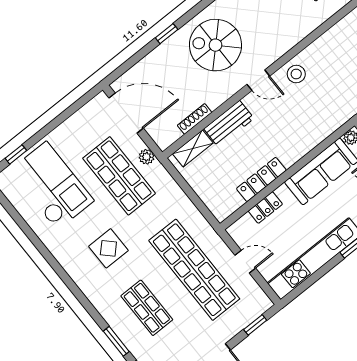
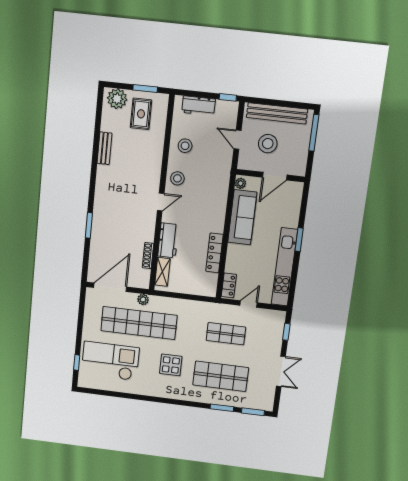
window: (167, 34) -> (89, 225), width x1.50
spiral stairs: (216, 45) -> (120, 206), removed
stool: (334, 51) -> (185, 146), added
shop shelf: (119, 176) -> (139, 323), width x1.40
locker: (265, 208) -> (229, 285), moved
shop shelf: (194, 270) -> (226, 334), width x0.50, depth x0.74
shop shelf: (147, 308) -> (221, 376), width x1.43, depth x1.36

